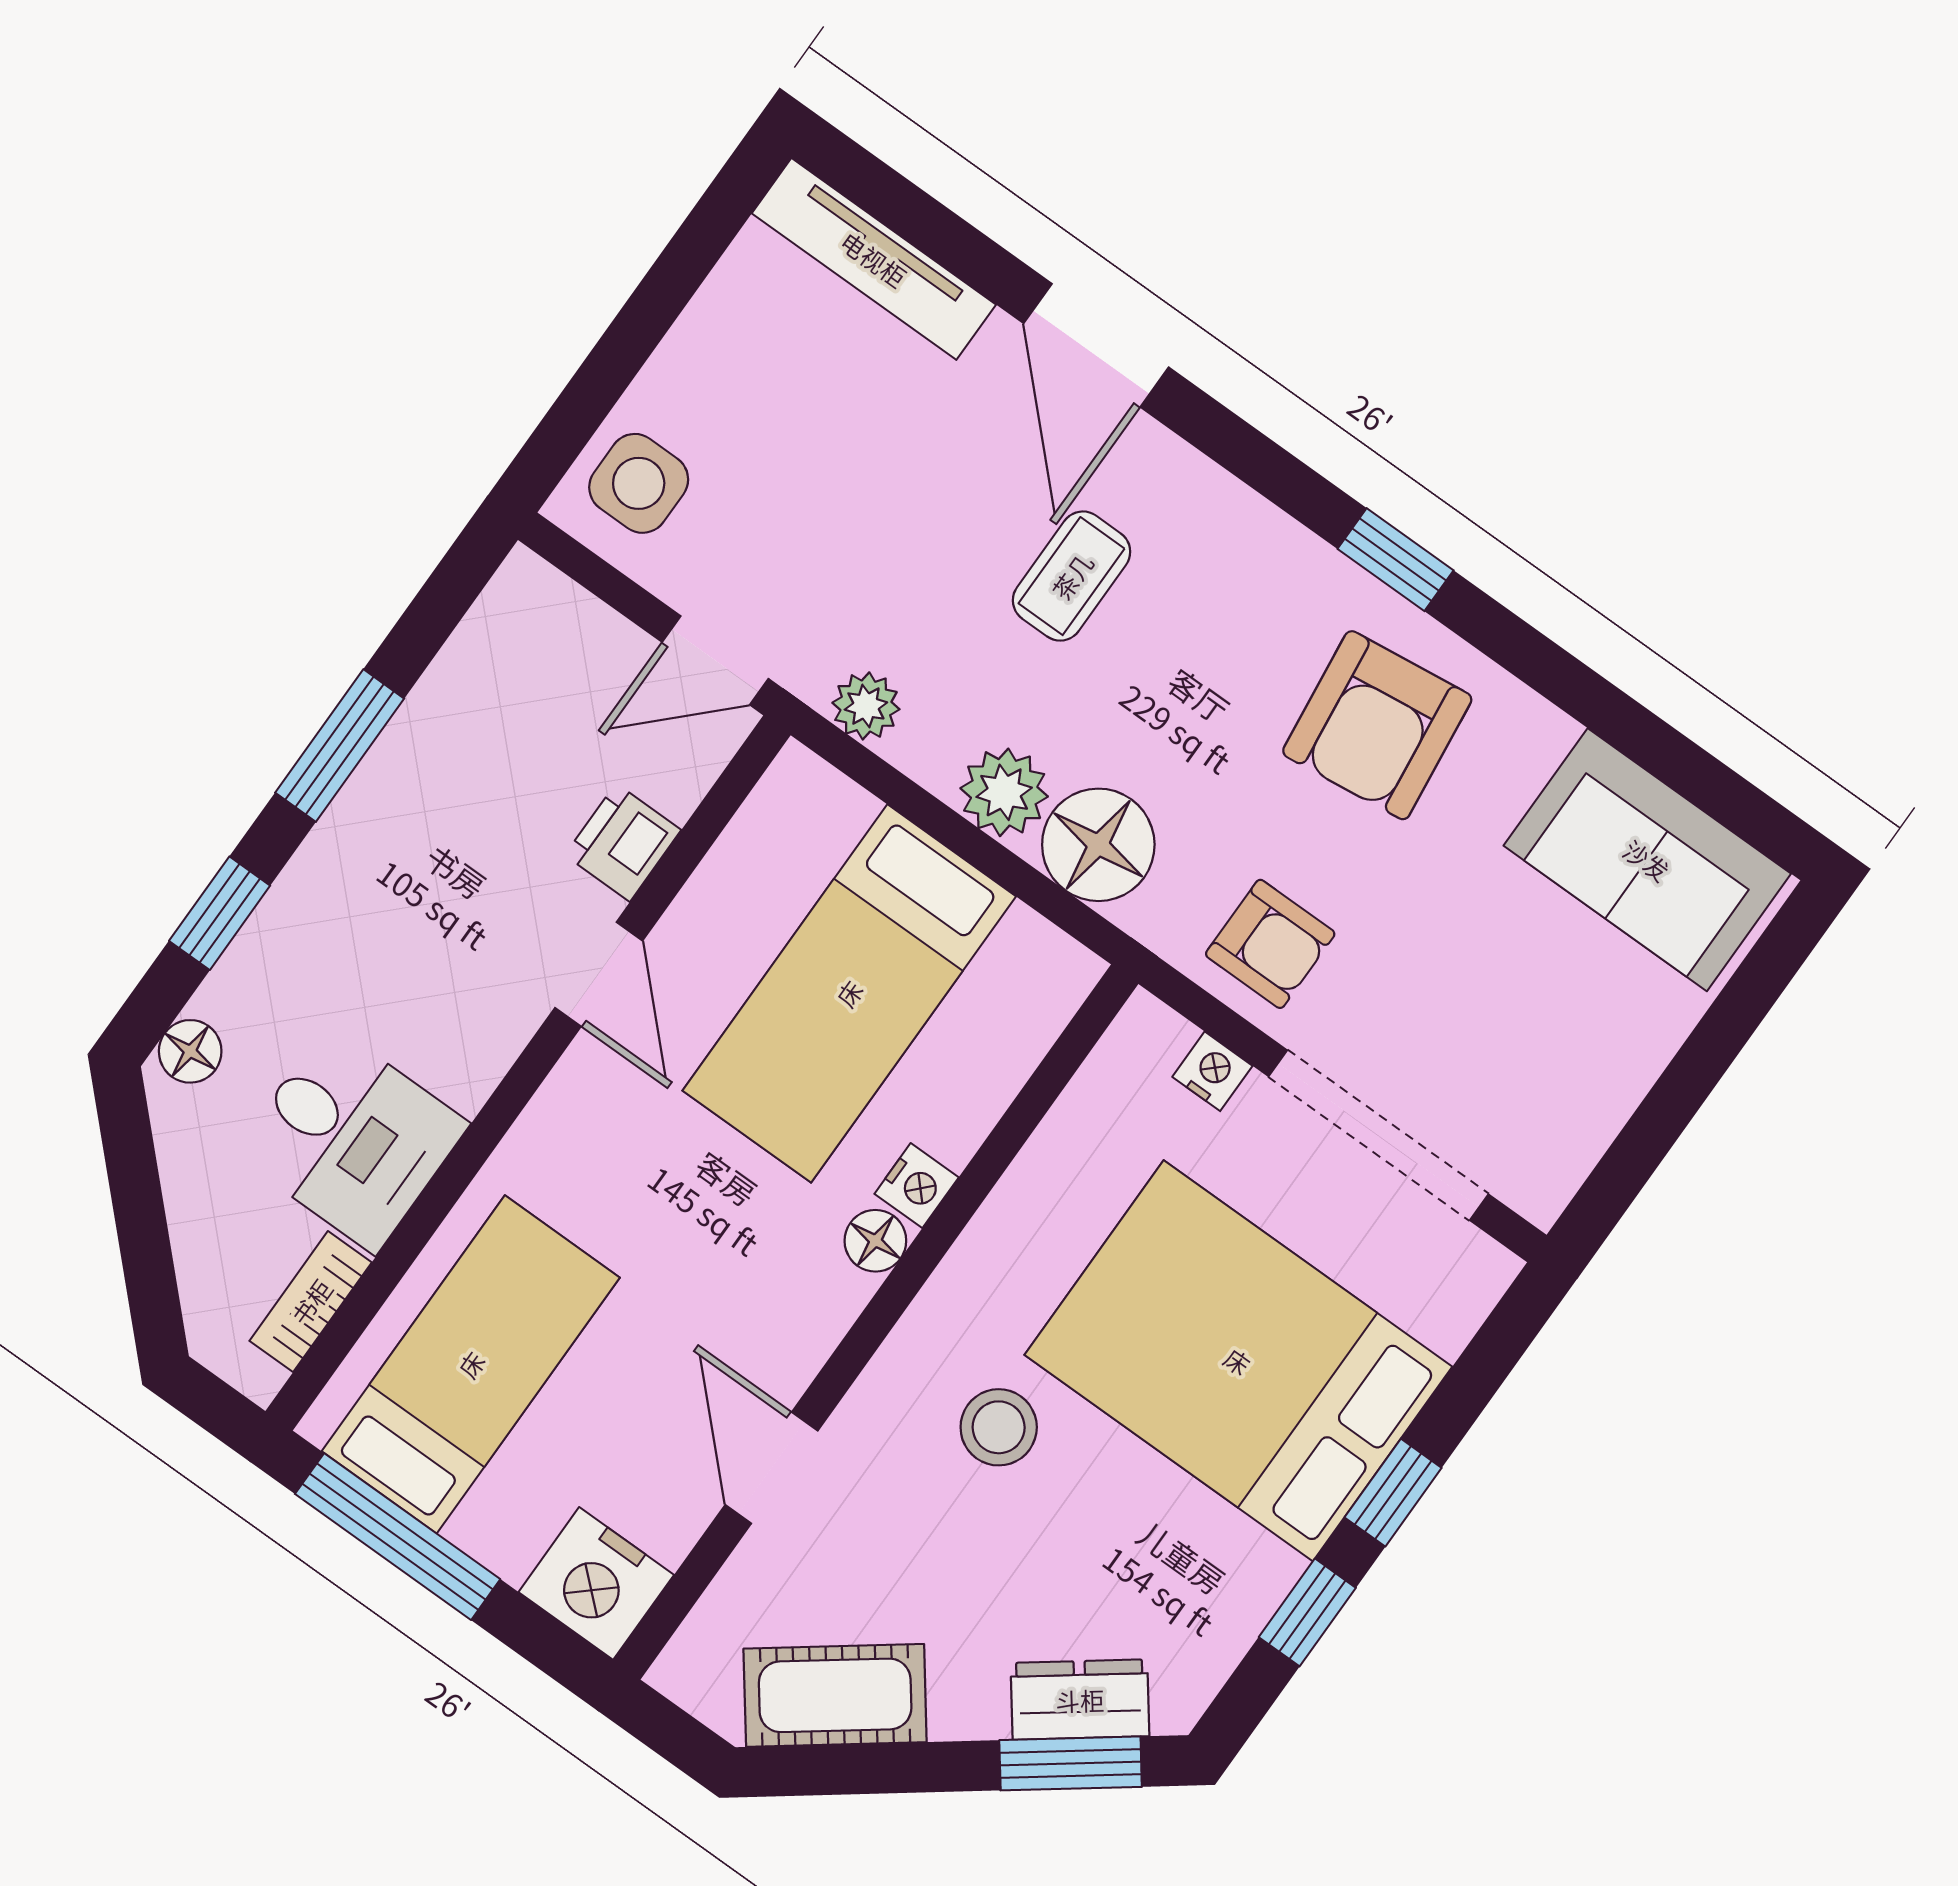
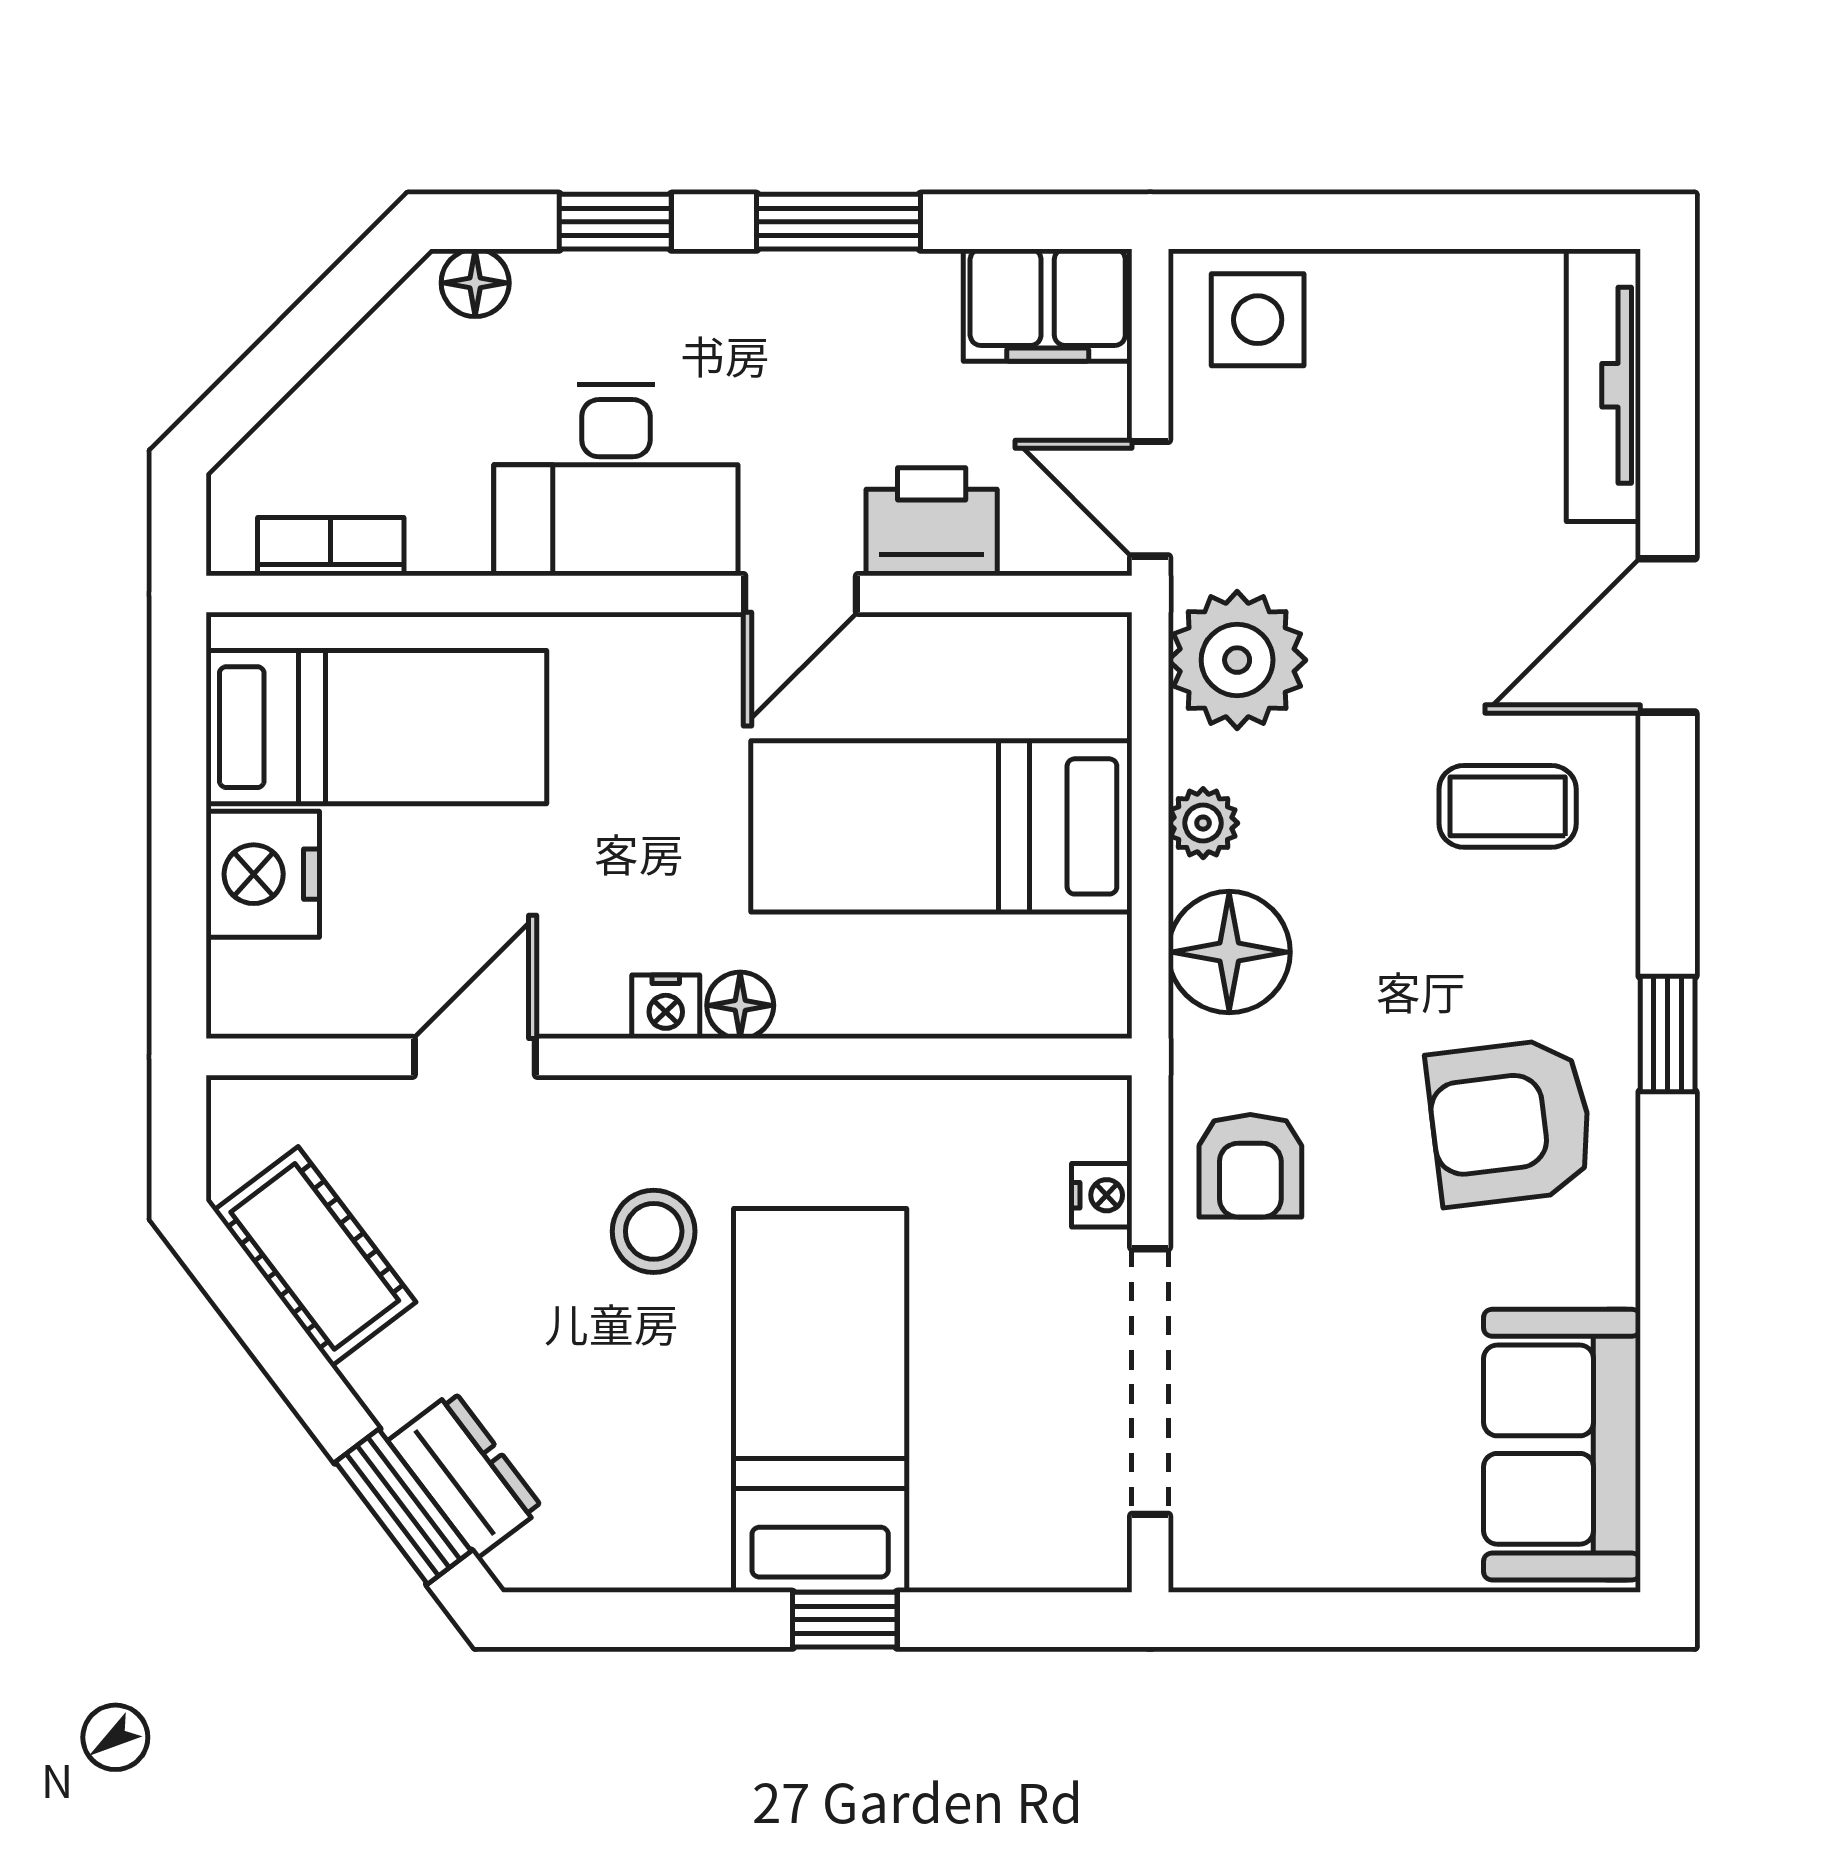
coffee table: (1072, 576) -> (1508, 806), moved
filing cabinet: (515, 633) -> (1048, 305), added
plant: (866, 706) -> (1237, 660), width x1.88, depth x1.88
plant: (1004, 792) -> (1203, 823), width x0.73, depth x0.73
printer: (623, 843) -> (932, 522), width x1.36, depth x1.24
desk: (352, 1139) -> (616, 480), moved, width x1.37
nightstand: (917, 1186) -> (666, 1007), moved
bed: (1238, 1361) -> (820, 1400), width x0.67
window: (398, 1537) -> (179, 771), removed
nightstand: (596, 1583) -> (263, 874), moved
window: (1307, 1612) -> (685, 1620), removed

